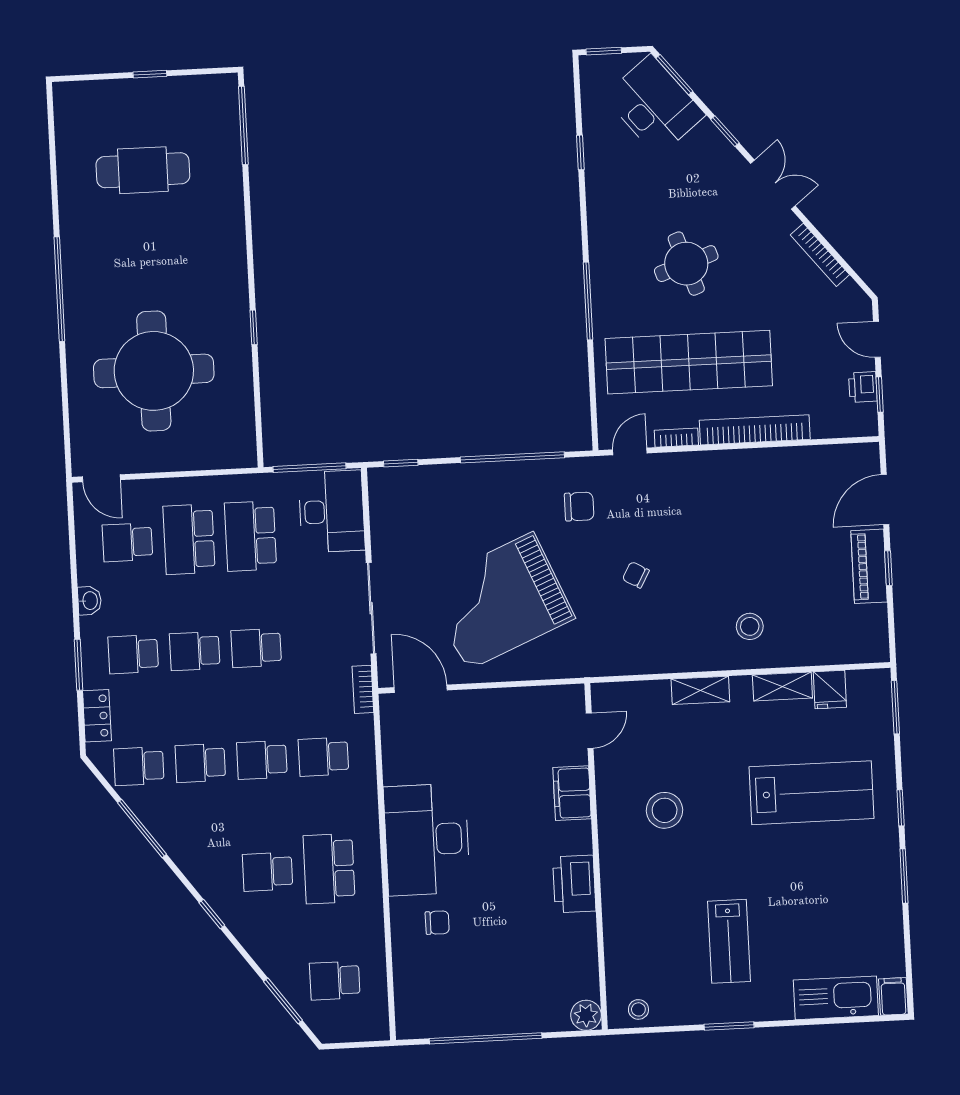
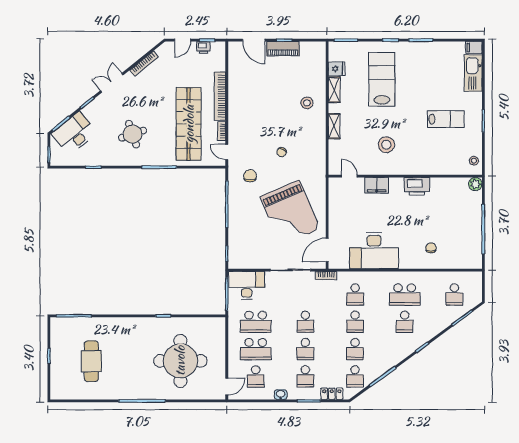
round table: (686, 264) -> (133, 134), moved
desk: (427, 840) -> (374, 251), moved

